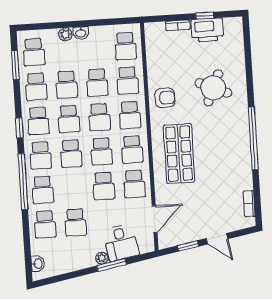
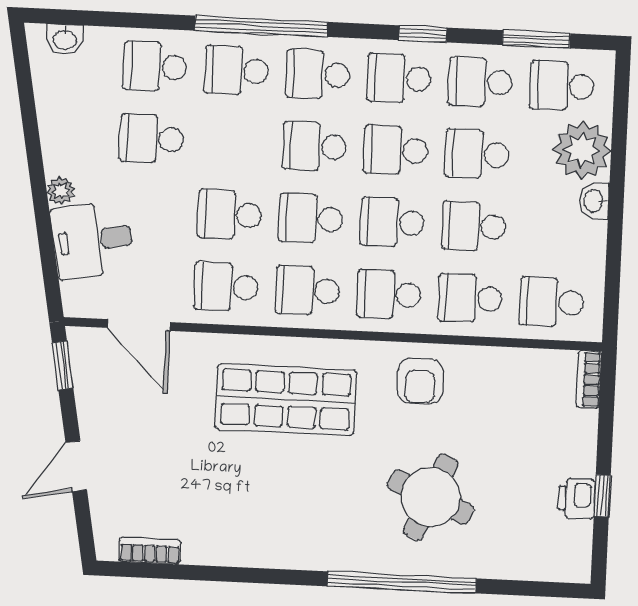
bookcase: (178, 25) -> (589, 379), moved
printer: (207, 30) -> (577, 499), width x0.53, depth x0.68
plant: (65, 34) -> (582, 150), width x1.87, depth x1.87
window: (19, 128) -> (423, 34), moved
window: (253, 138) -> (402, 582), moved
window: (188, 246) -> (63, 365), moved
window: (112, 265) -> (42, 212), removed

